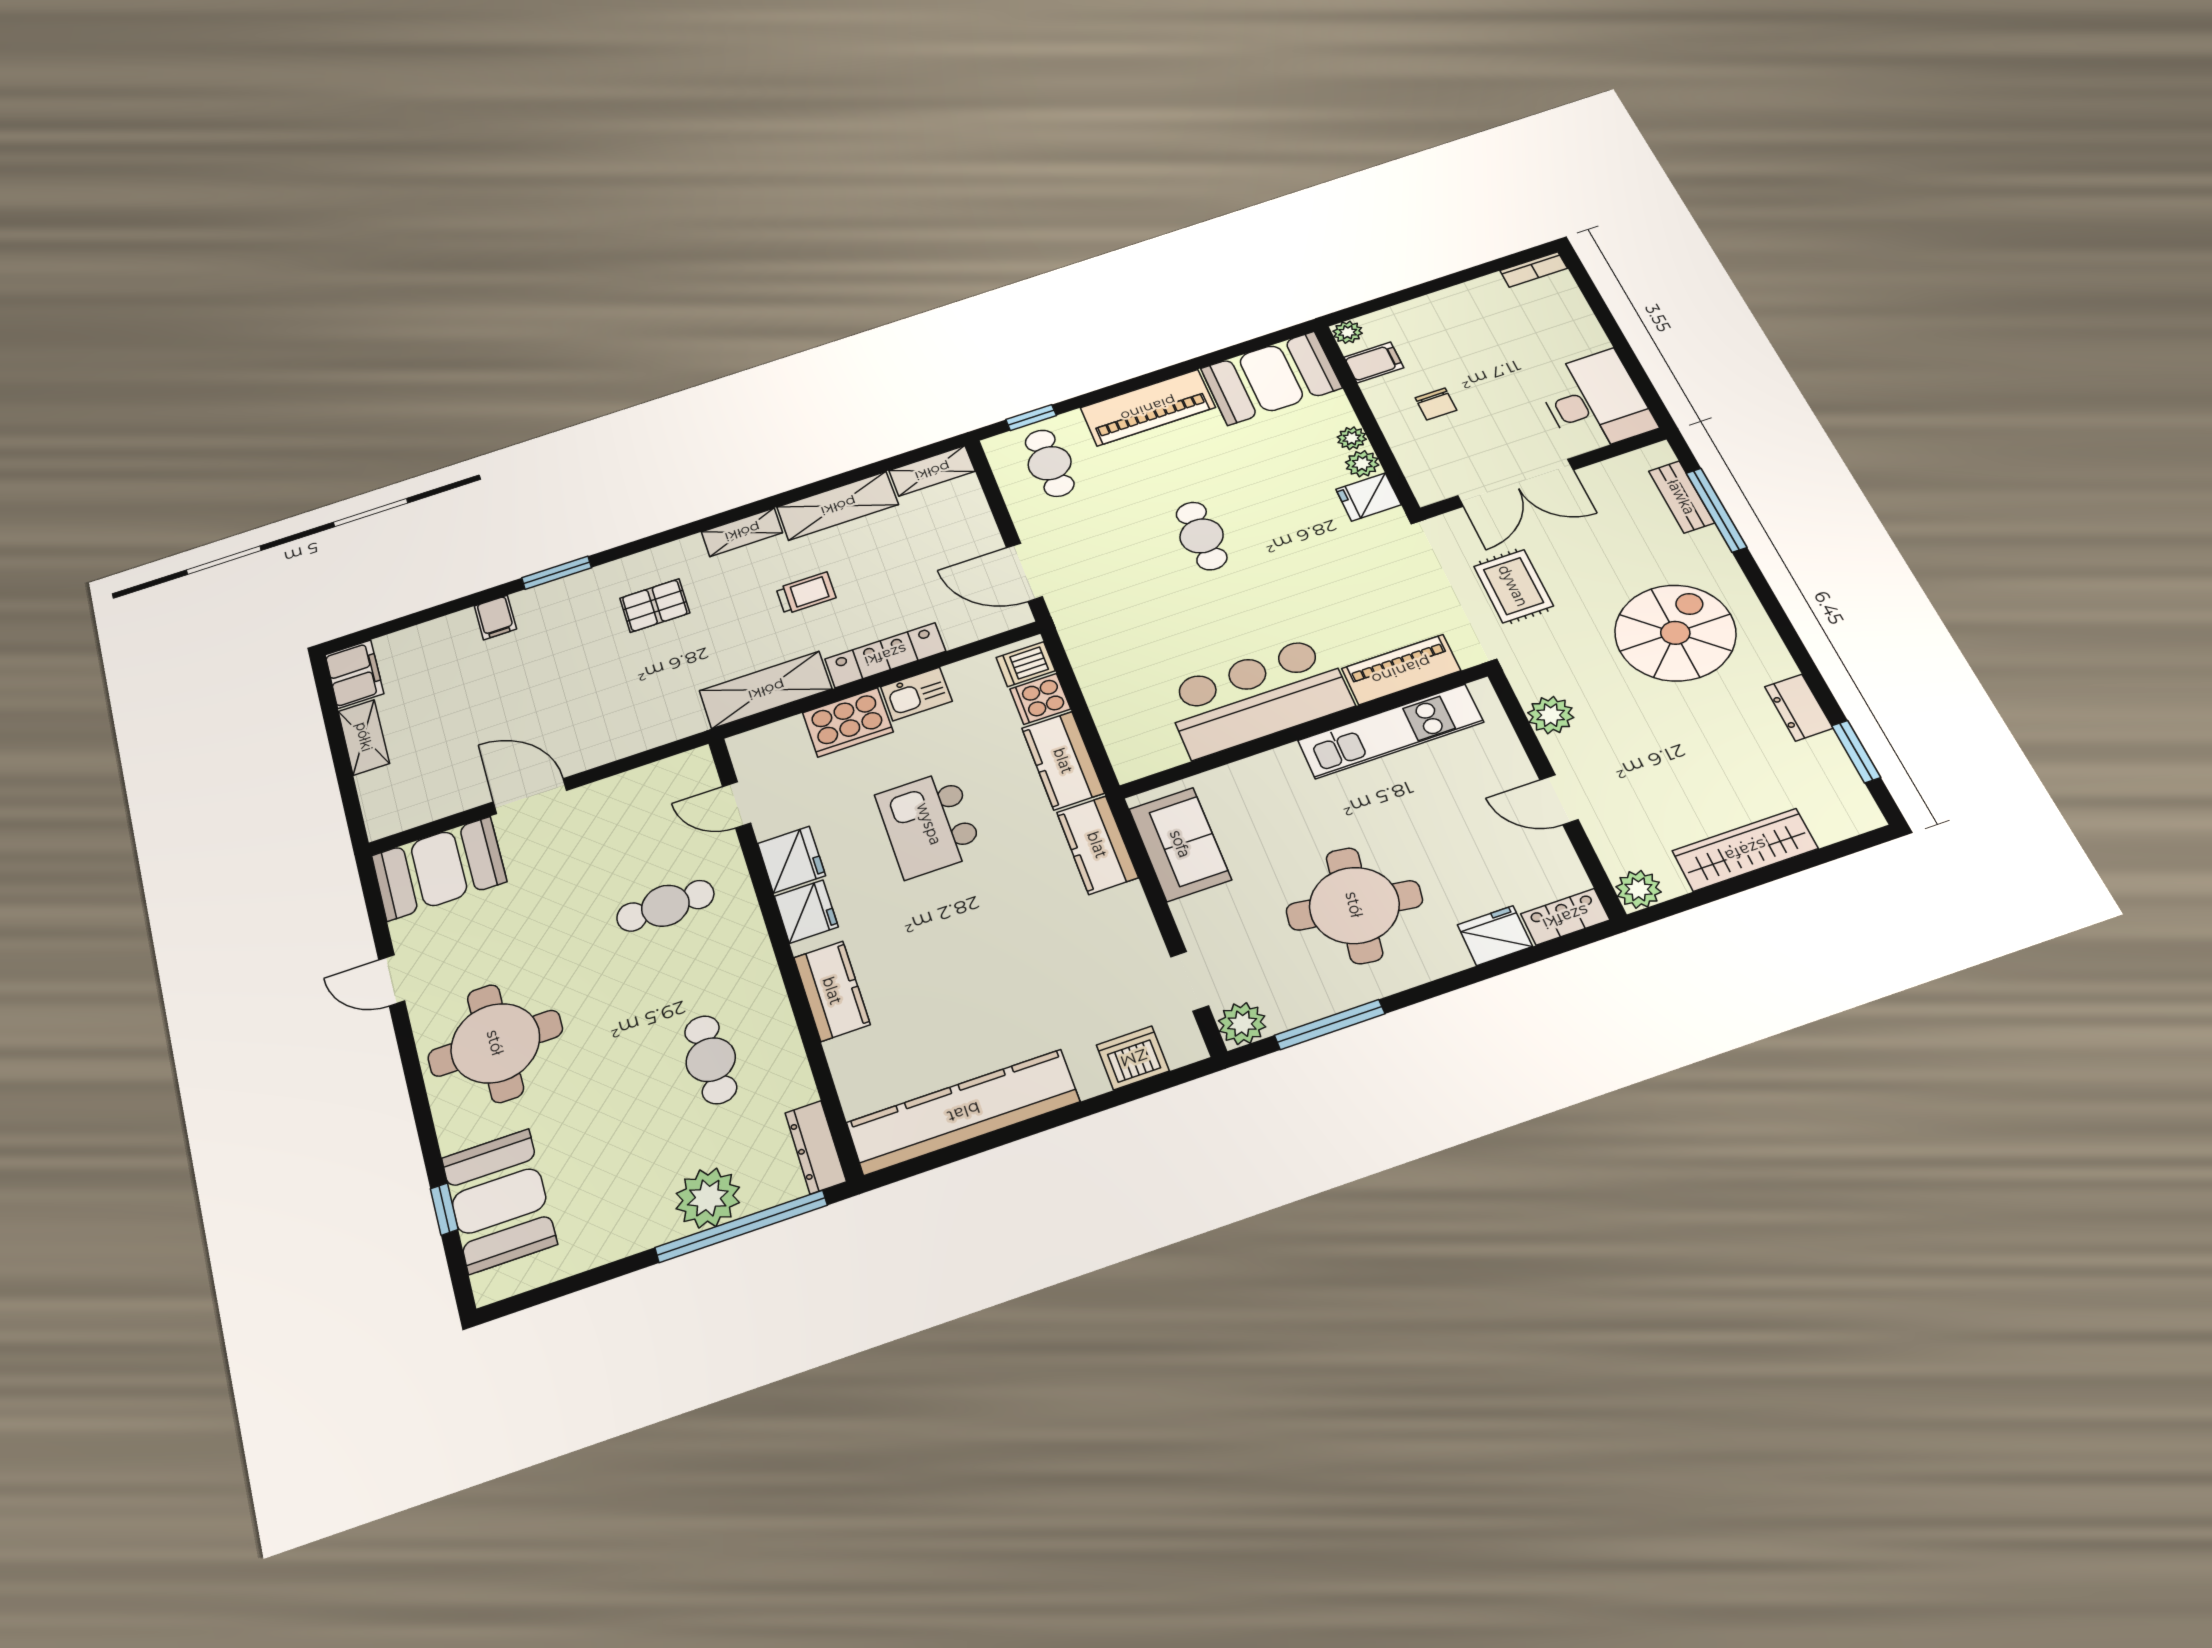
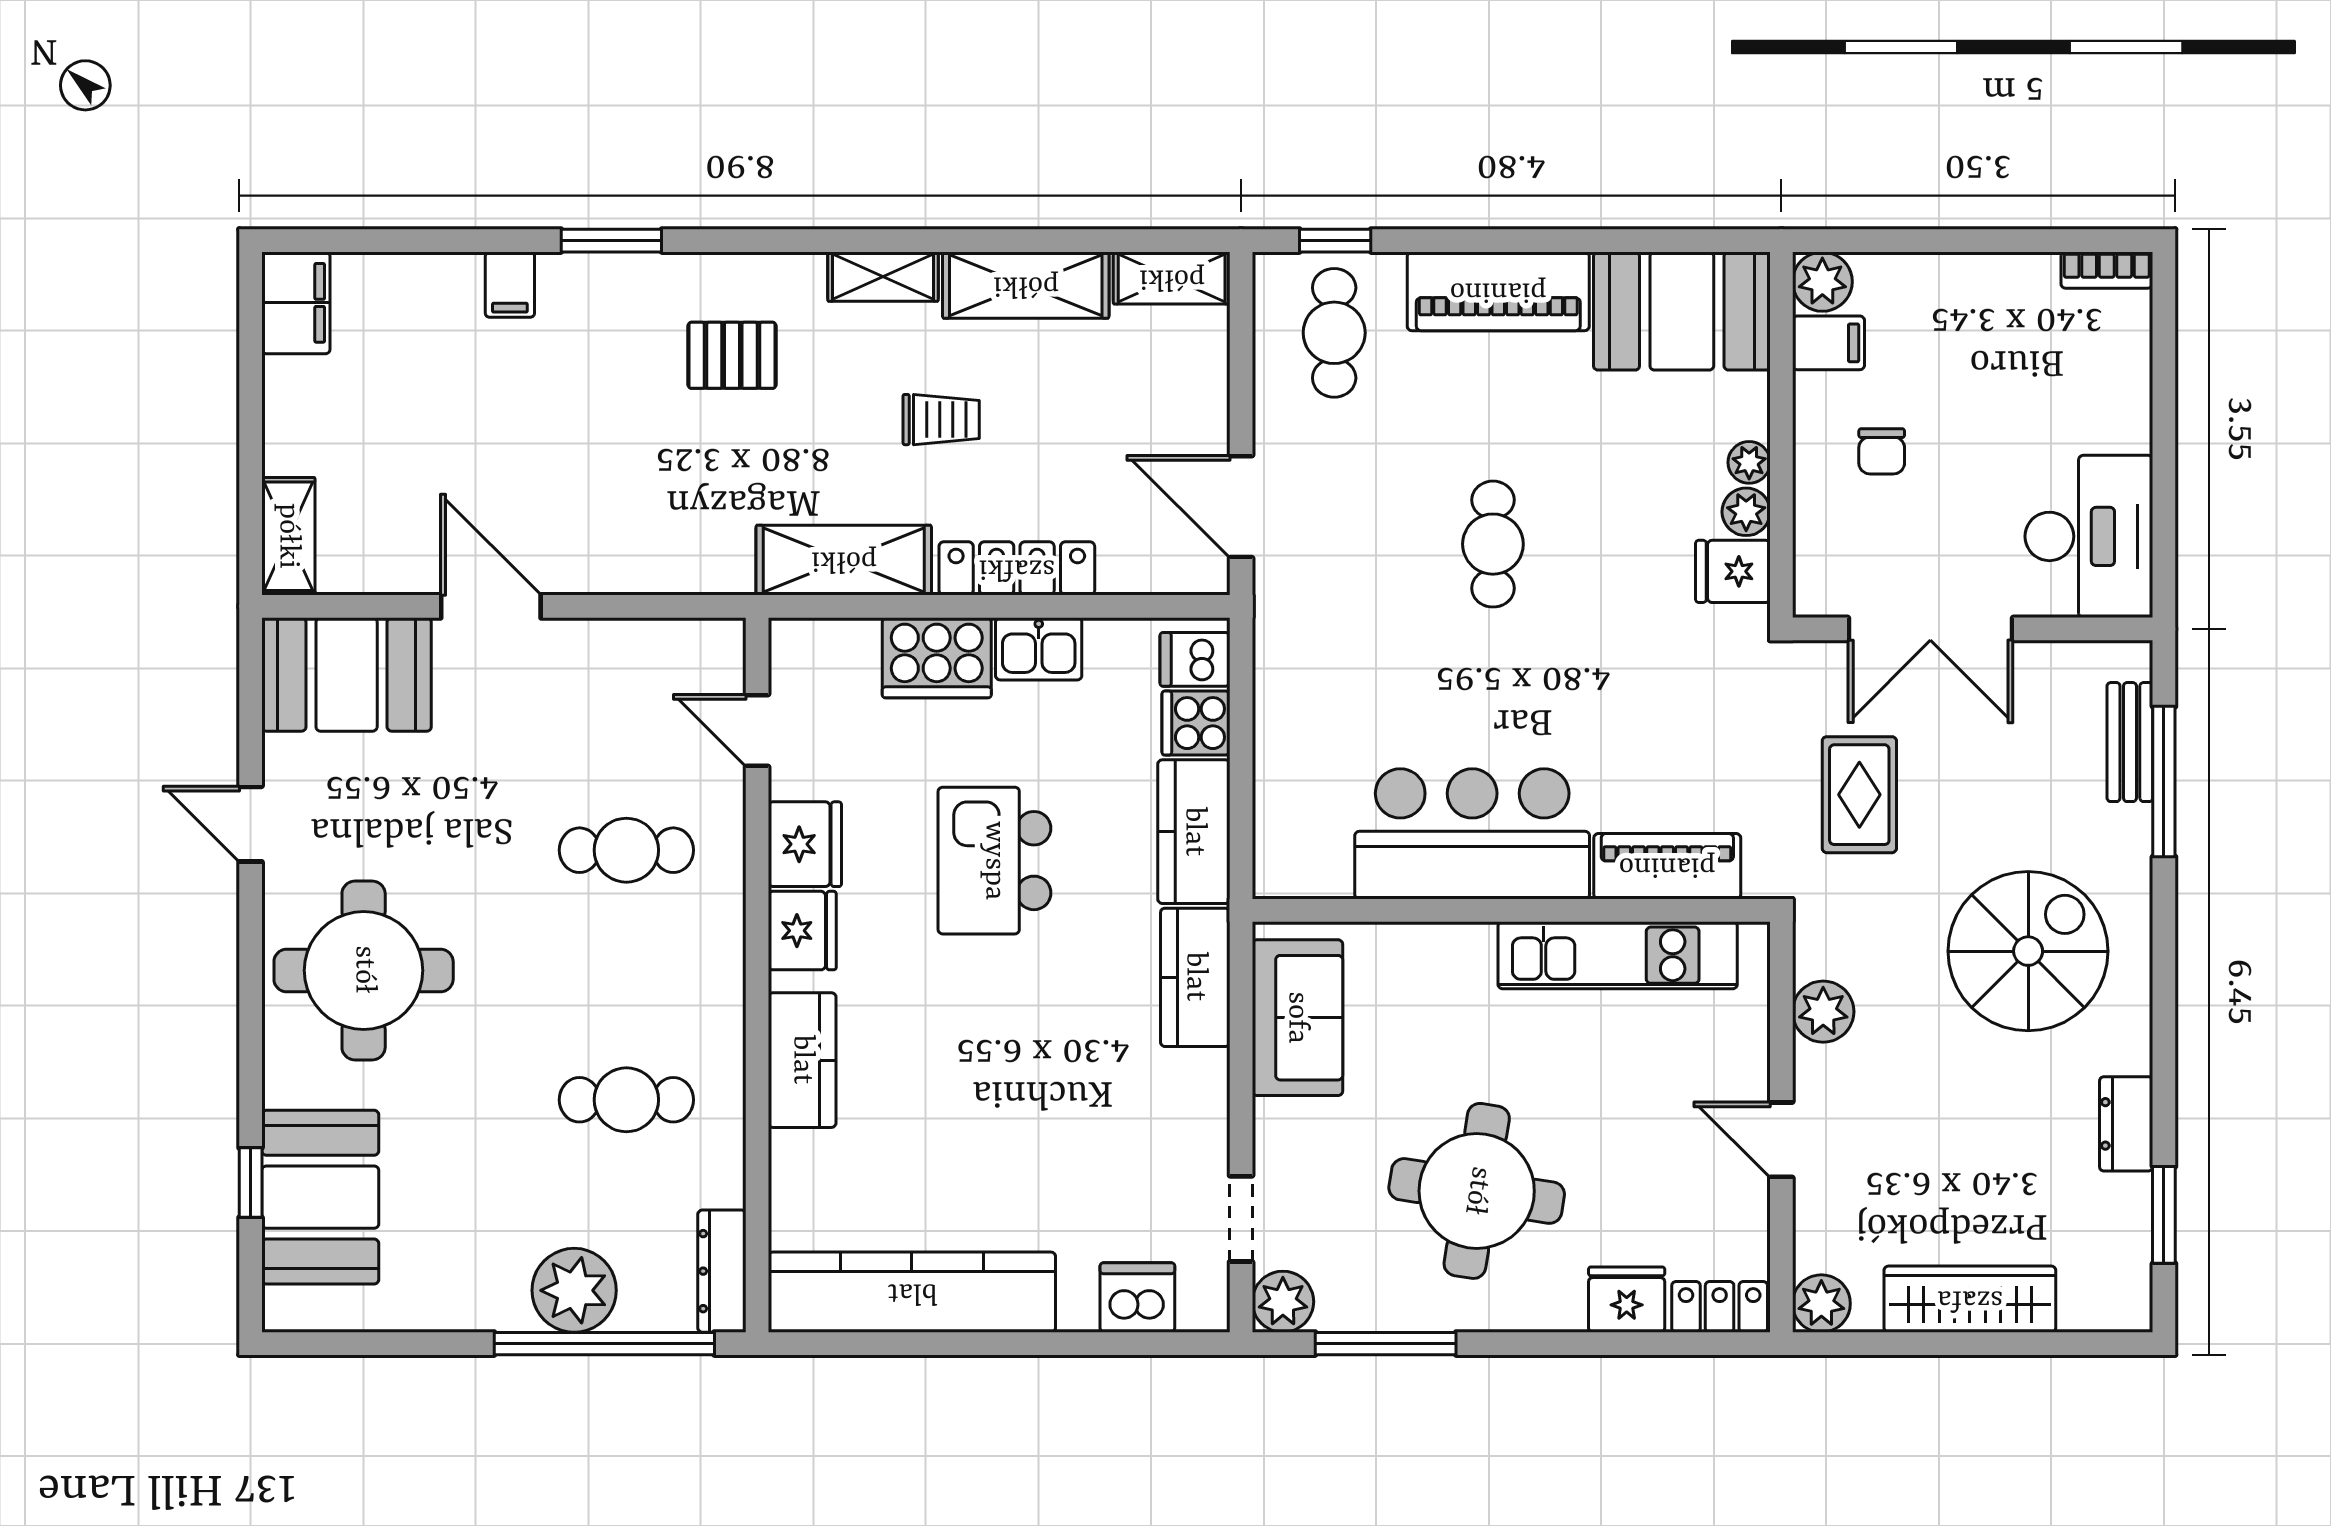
plant: (1348, 332) -> (1822, 282), width x1.38, depth x1.38
shelving: (364, 737) -> (288, 536), moved
cafe table: (711, 1060) -> (626, 1100), turned 90

